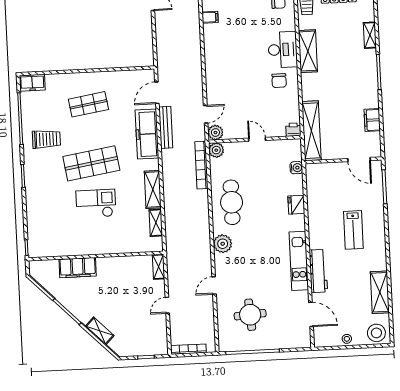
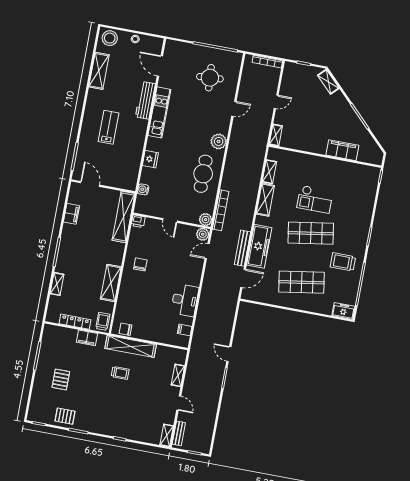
desk: (283, 50) -> (185, 300), moved, turned 180
shop shelf: (88, 104) -> (302, 282), width x1.43, depth x1.36
shelving: (100, 331) -> (328, 82), moved

